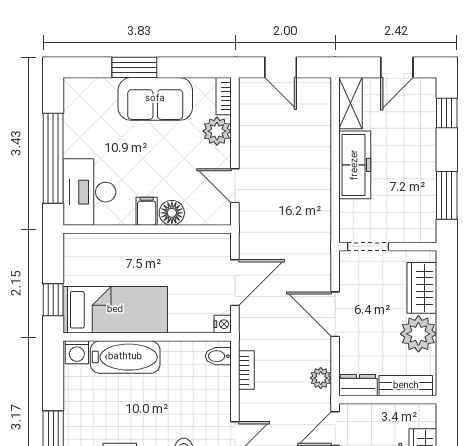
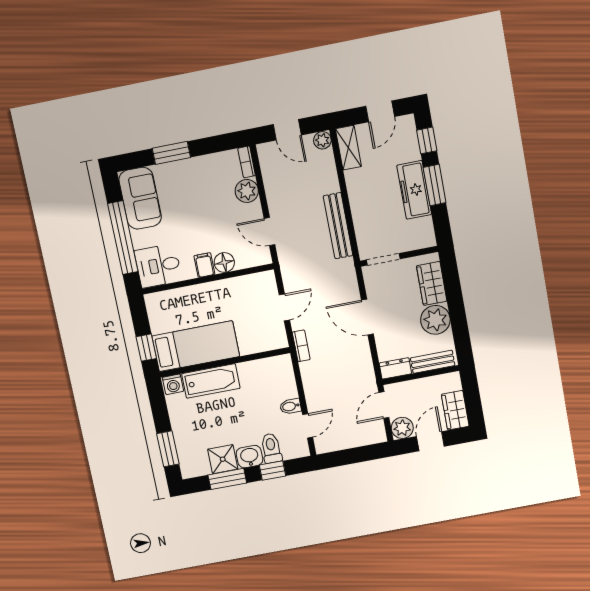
sofa: (155, 99) -> (140, 198), moved, turned -90
freezer: (355, 165) -> (414, 190), moved, turned 180
desk: (89, 192) -> (158, 266), width x0.73
bench: (320, 195) -> (338, 226), added
window: (447, 195) -> (435, 185), moved
door: (235, 283) -> (284, 307), width x0.73
nightstand: (223, 324) -> (281, 341), removed
bidet: (218, 356) -> (290, 406), moved
bookcase: (246, 370) -> (301, 346), moved
plant: (321, 378) -> (322, 140), moved

